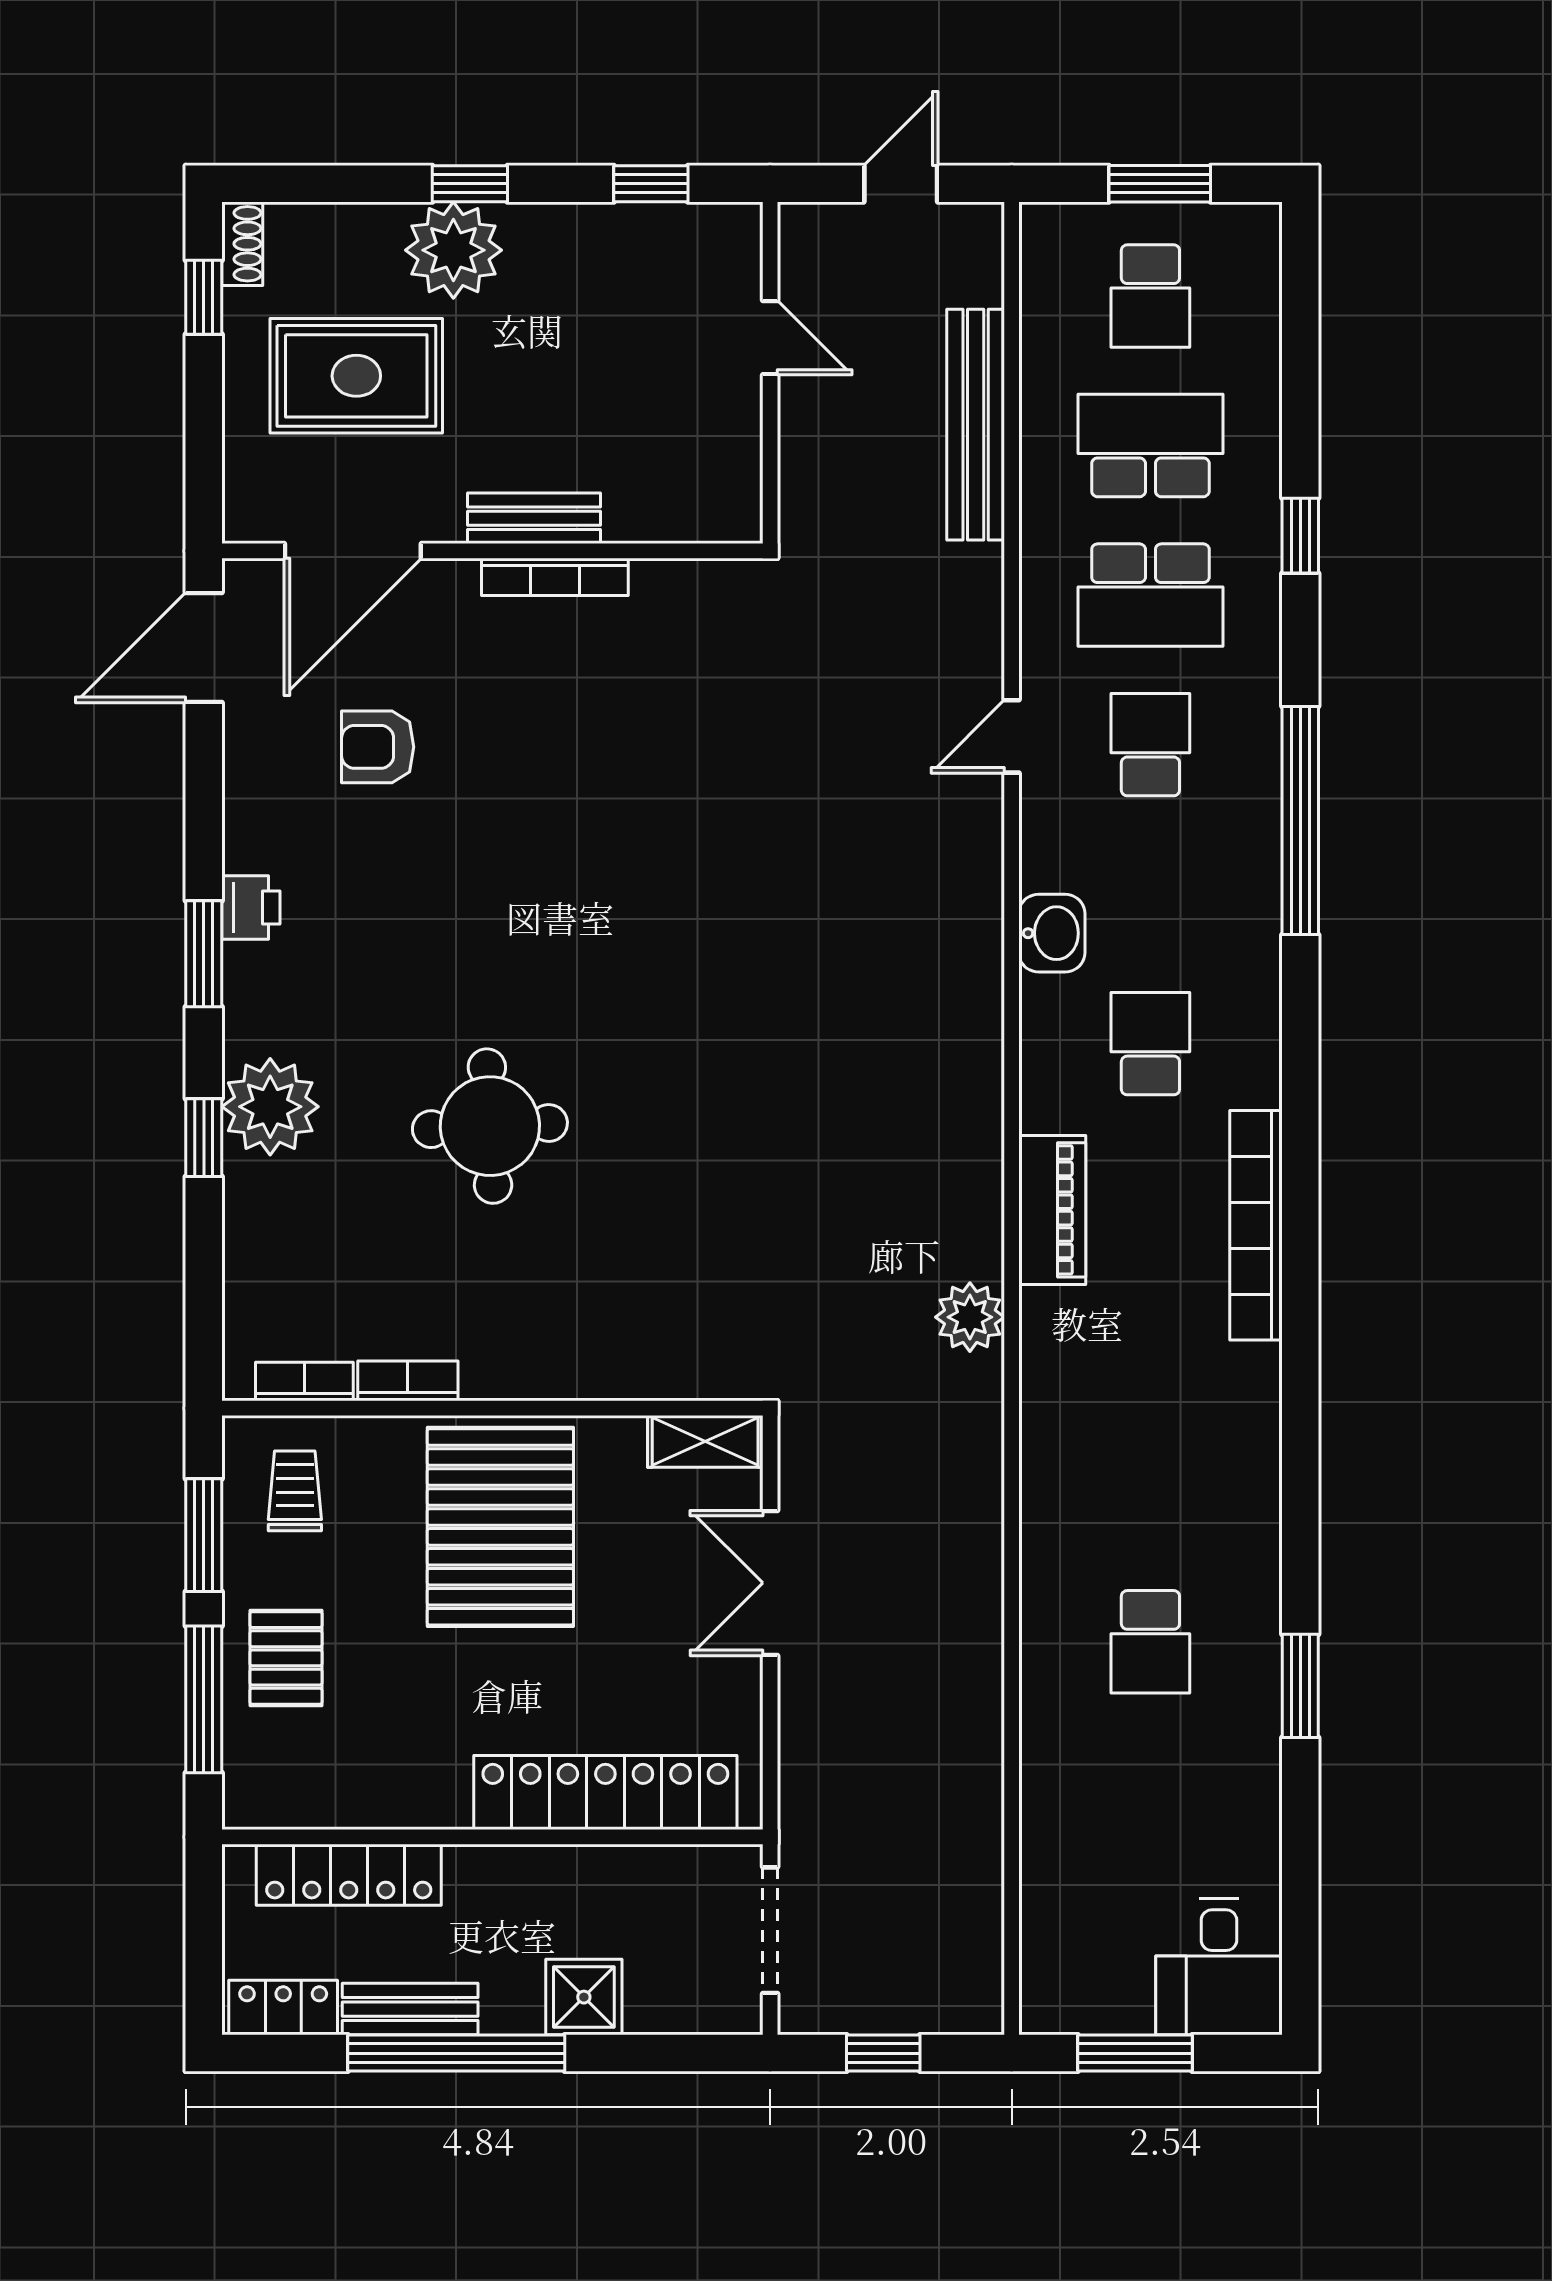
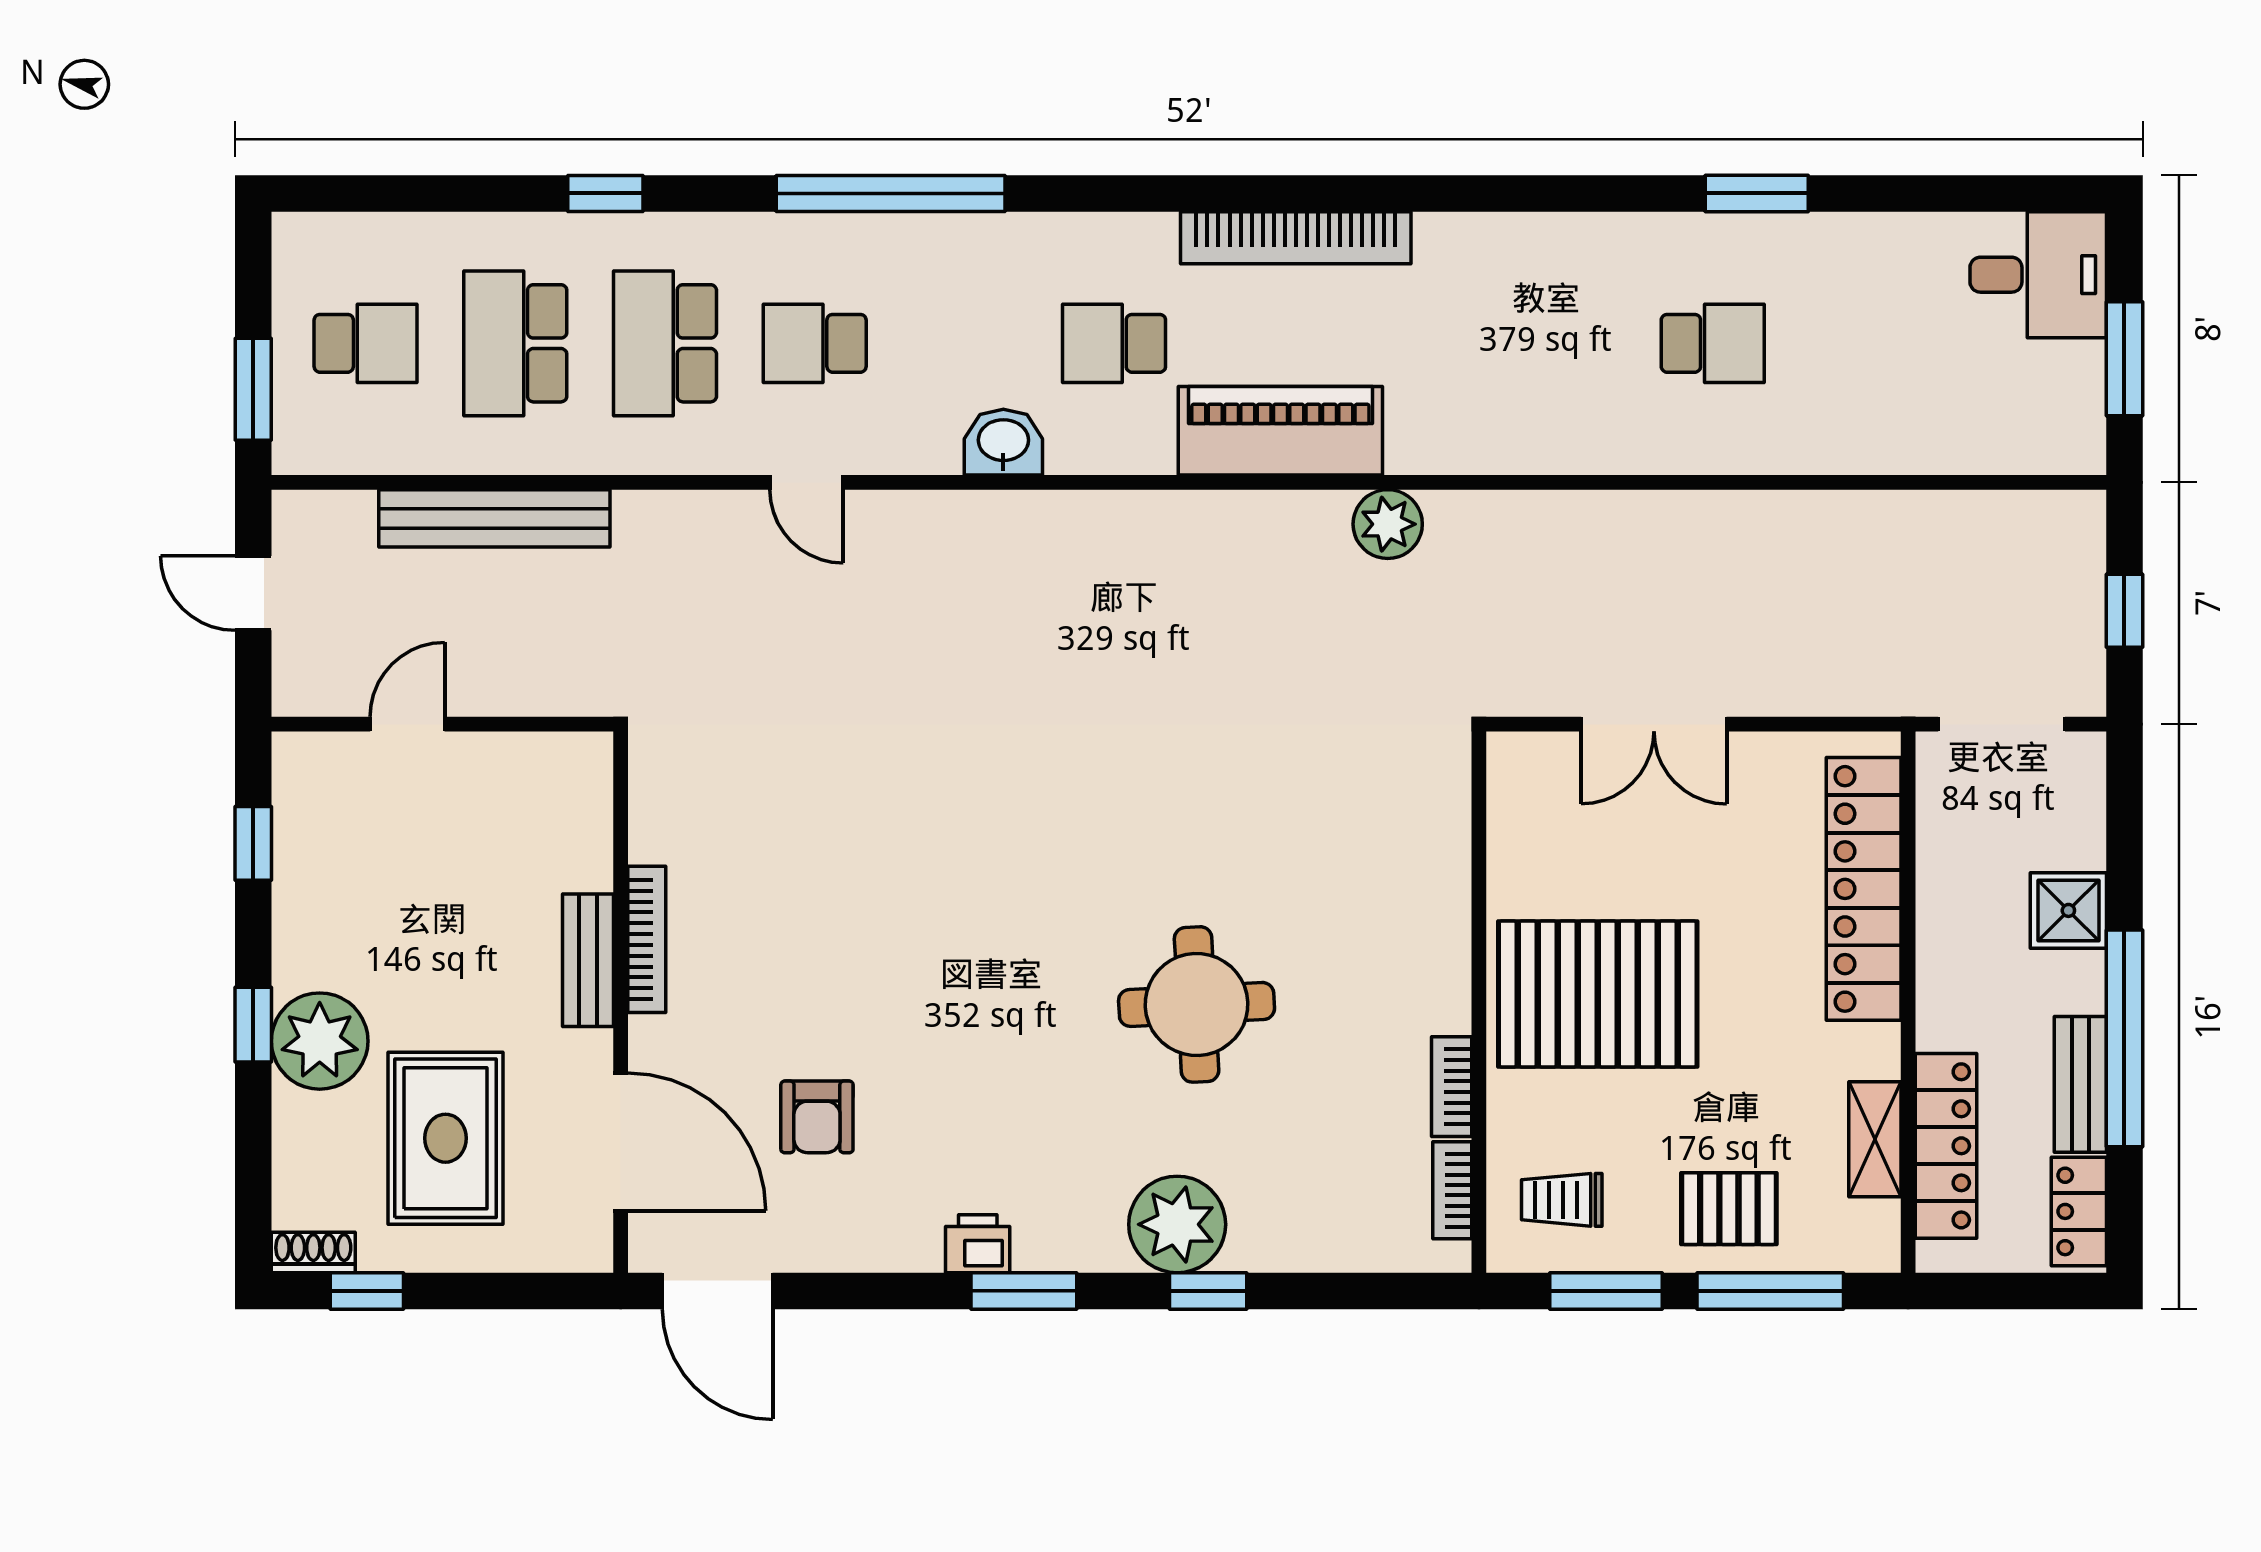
window: (1160, 184) -> (253, 389), moved
school desk: (1150, 595) -> (665, 343), turned 180
piano: (1052, 1210) -> (1280, 431), width x1.37, depth x1.33
shelving: (705, 1441) -> (1875, 1139), moved

